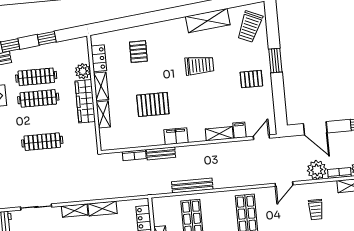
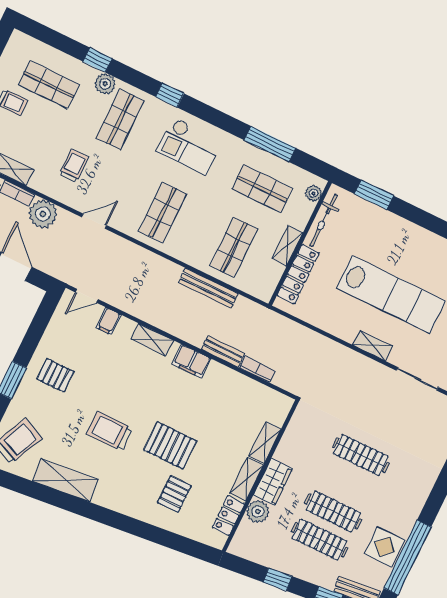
wardrobe: (85, 101) -> (273, 482), width x0.67
pallet: (153, 104) -> (170, 445), moved
shelving: (219, 134) -> (152, 340), moved
shelving: (103, 209) -> (337, 327), removed

